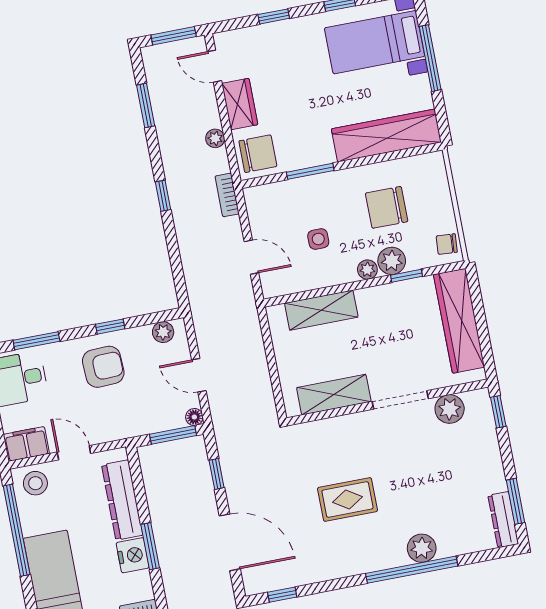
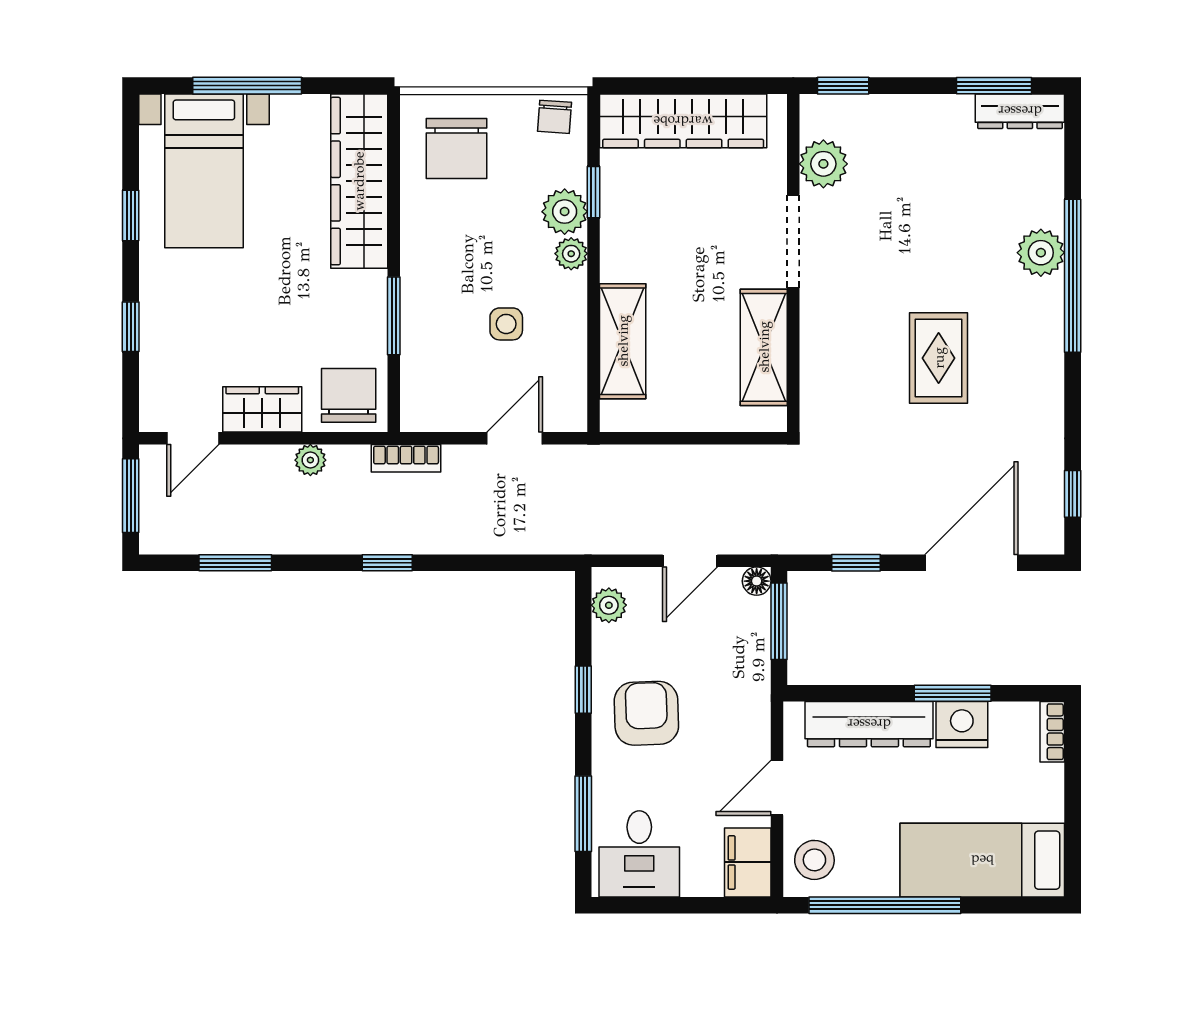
chair: (387, 207) -> (456, 148), moved

